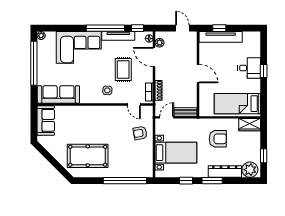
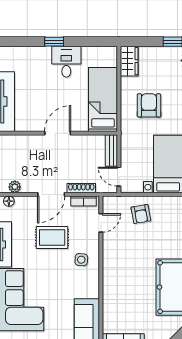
door: (154, 57) -> (51, 194), moved
desk: (249, 68) -> (66, 62), moved
bed: (237, 104) -> (103, 99), moved, turned 180

